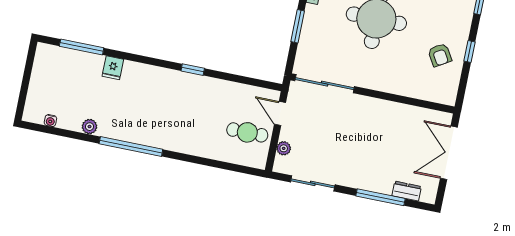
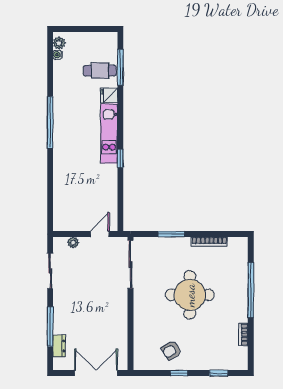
kitchen unit: (159, 77) -> (109, 133), added
plant: (90, 127) -> (59, 43), moved
cafe table: (247, 132) -> (100, 71), moved, turned 90

